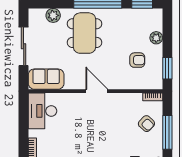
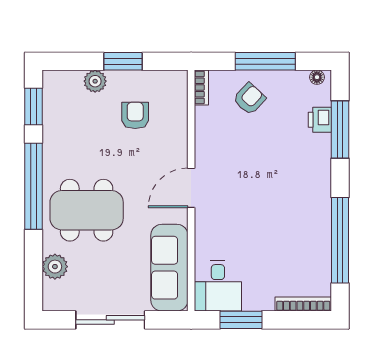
window: (167, 68) -> (123, 61), moved
sofa: (46, 79) -> (169, 268), width x1.36
desk: (42, 111) -> (218, 286), width x0.73
window: (24, 119) -> (241, 320), added

